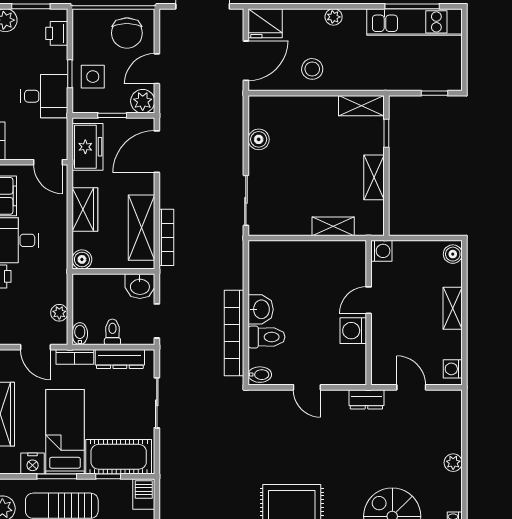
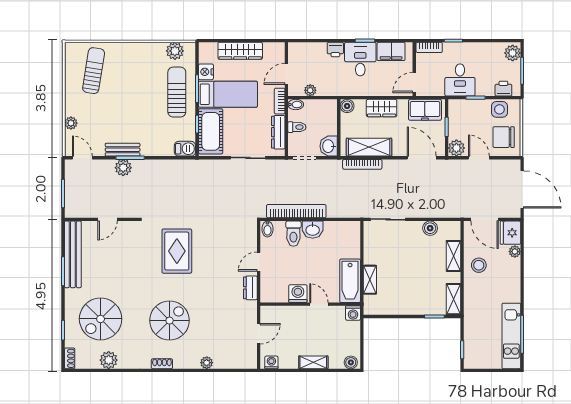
plant: (334, 17) -> (515, 252), moved
side table: (93, 77) -> (499, 109), moved
shelving: (374, 177) -> (453, 256), moved, turned 90
bathtub: (335, 255) -> (350, 281), added
dresser: (366, 399) -> (250, 288), moved

